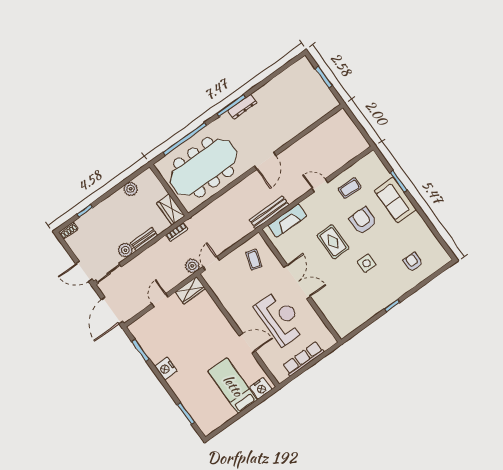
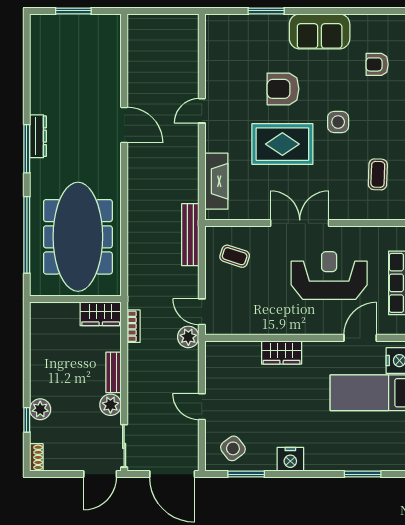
door: (265, 161) -> (124, 125), moved
coffee table: (350, 188) -> (378, 174), moved
plant: (131, 189) -> (40, 409), moved
sofa: (395, 200) -> (320, 31), moved
bench: (269, 212) -> (190, 235), moved
rug: (333, 242) -> (282, 144), width x1.36, depth x1.43
wardrobe: (190, 290) -> (282, 352), moved, turned 90
side table: (149, 333) -> (233, 448), added
door: (247, 343) -> (360, 338), moved

